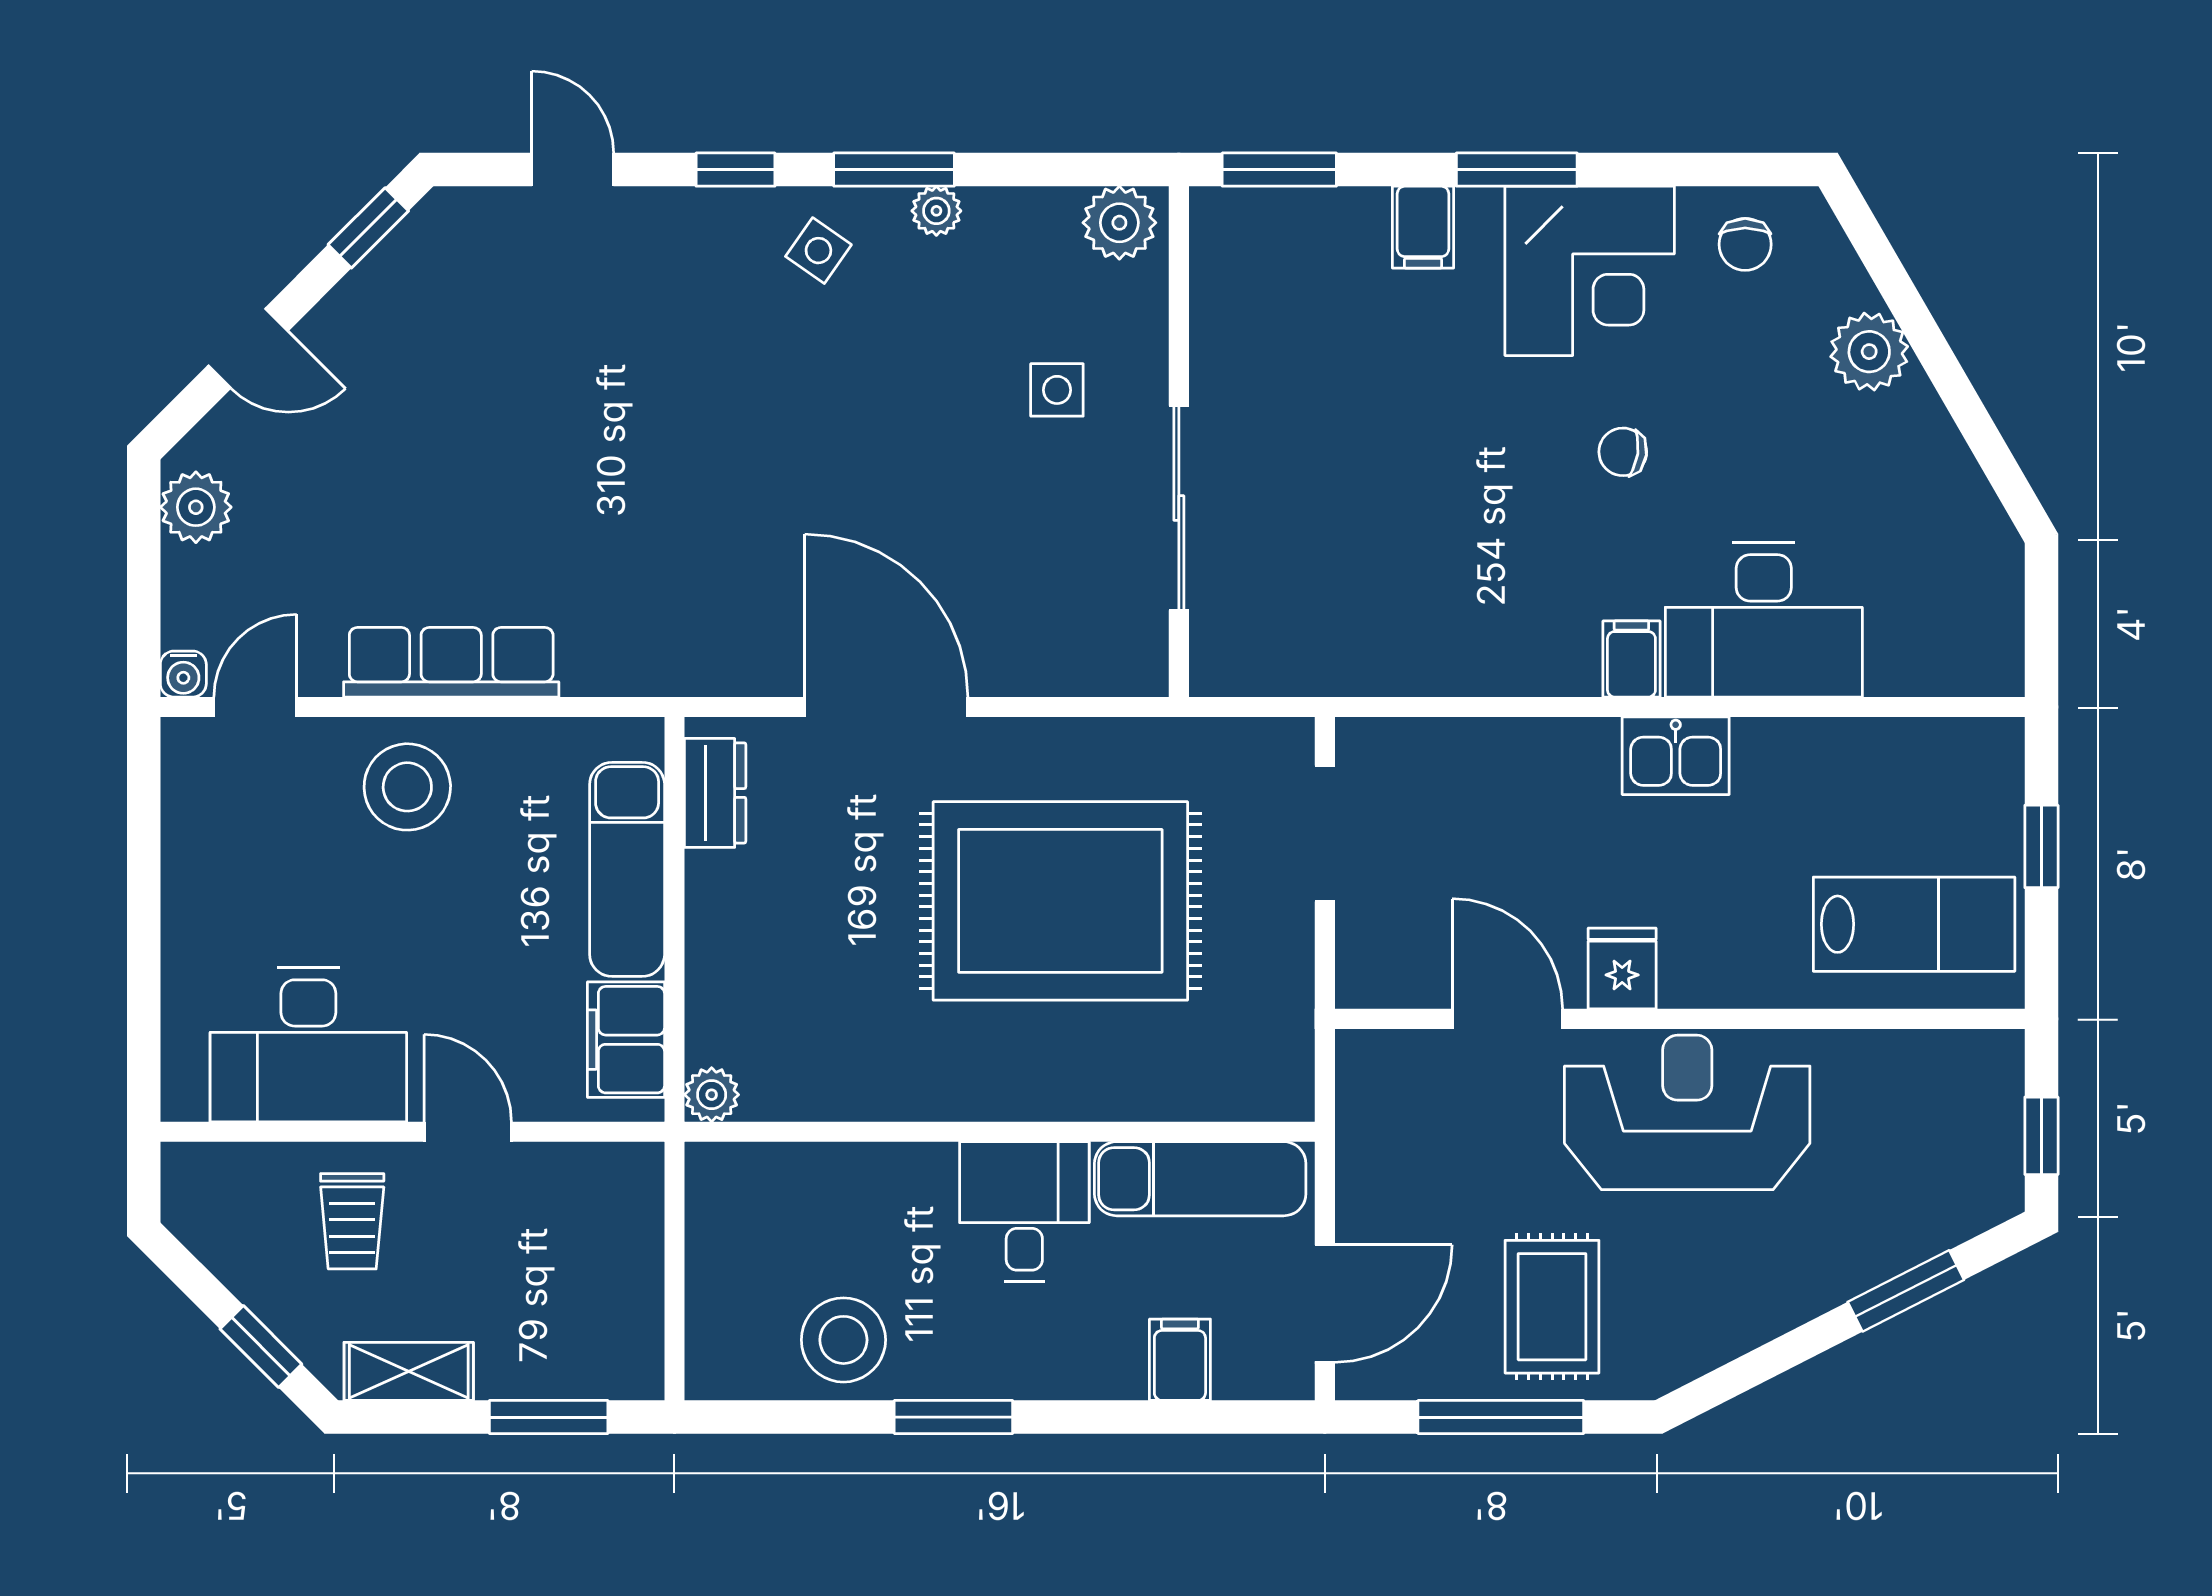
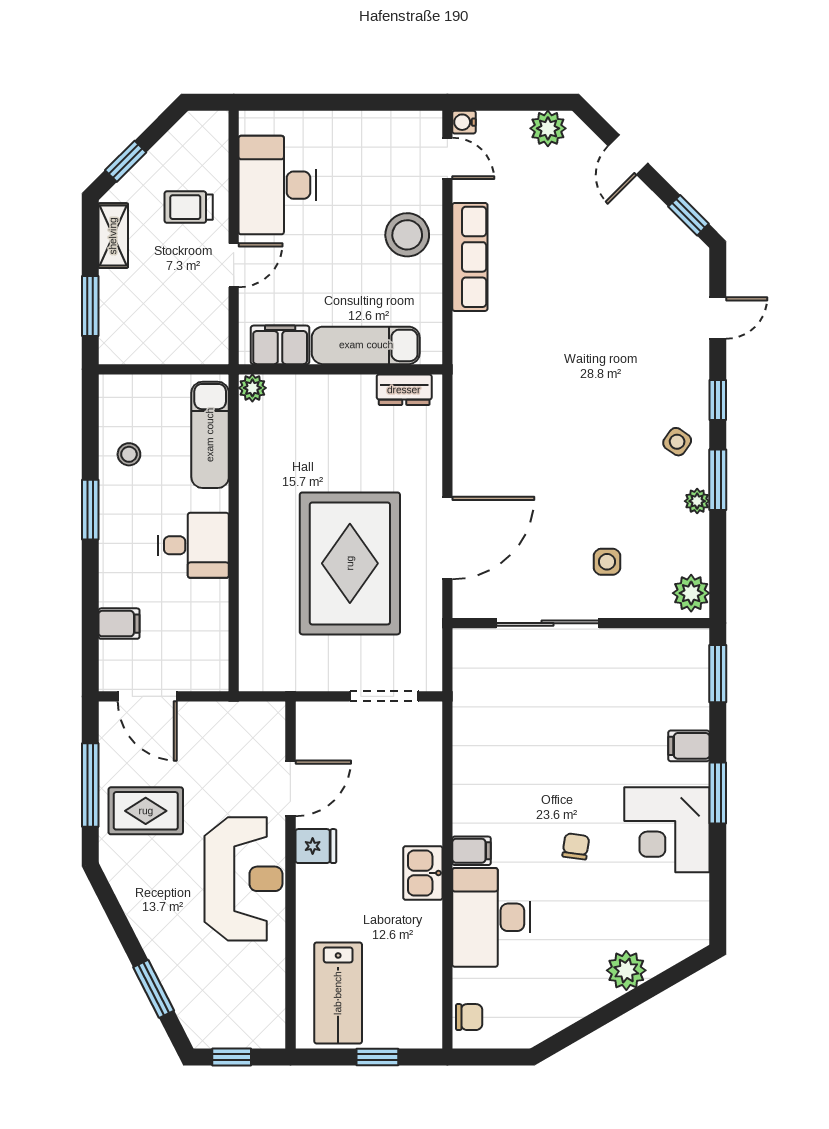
chair: (1745, 244) -> (469, 1017), moved, turned 180
door: (886, 707) -> (447, 538), moved
exam couch: (1200, 1179) -> (210, 435), moved
stool: (843, 1340) -> (129, 454), width x0.53, depth x0.53

